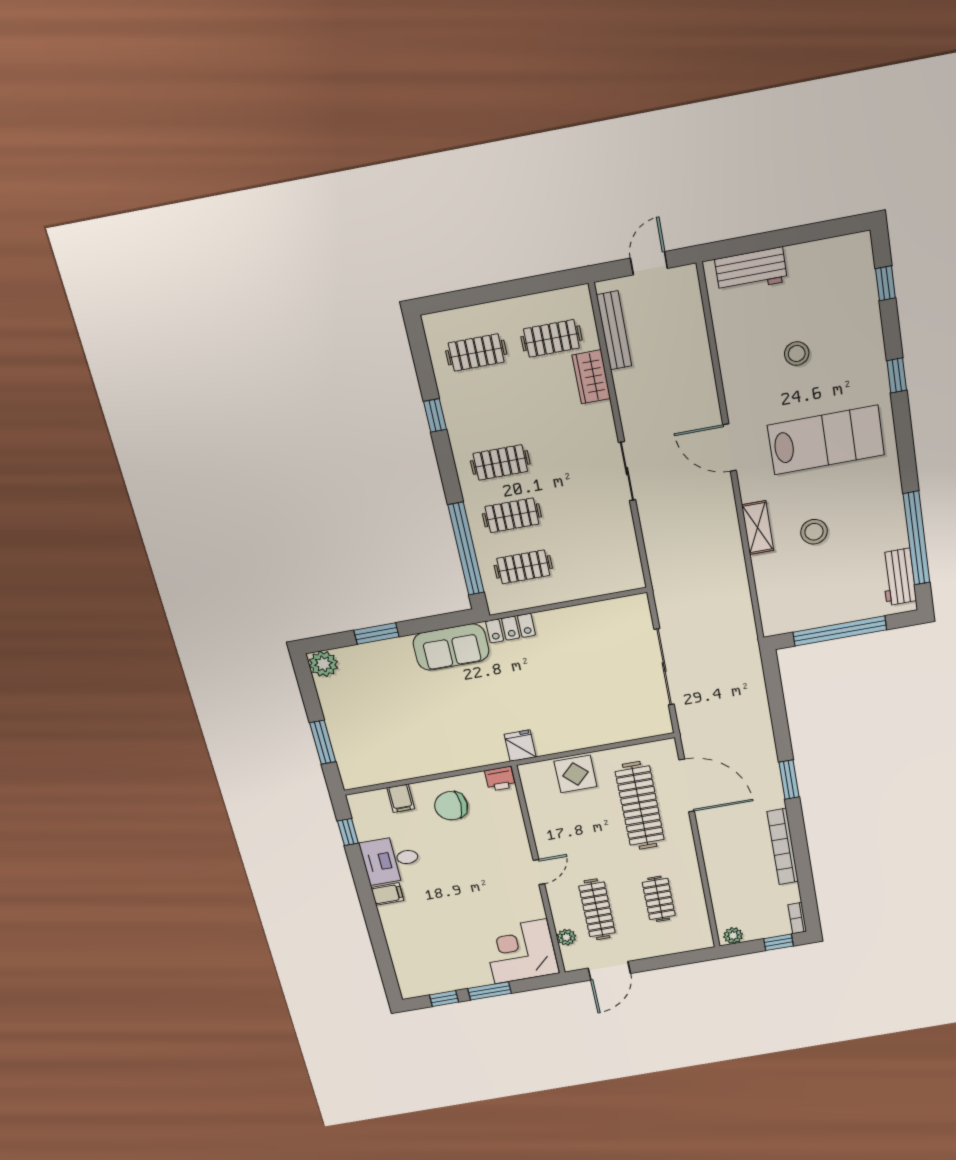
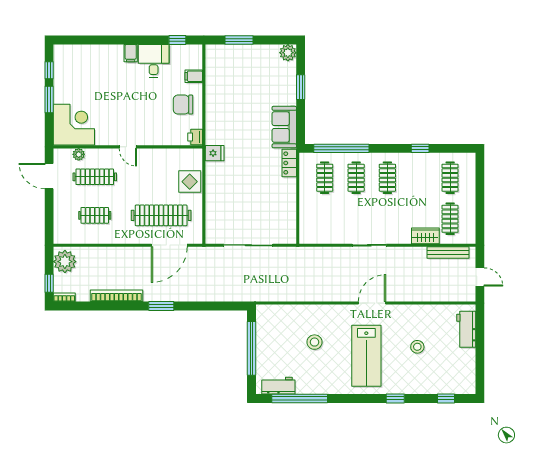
shelving: (758, 528) -> (323, 311), removed
chair: (451, 806) -> (183, 105), turned -90
plant: (733, 936) -> (65, 262), width x1.88, depth x1.88

